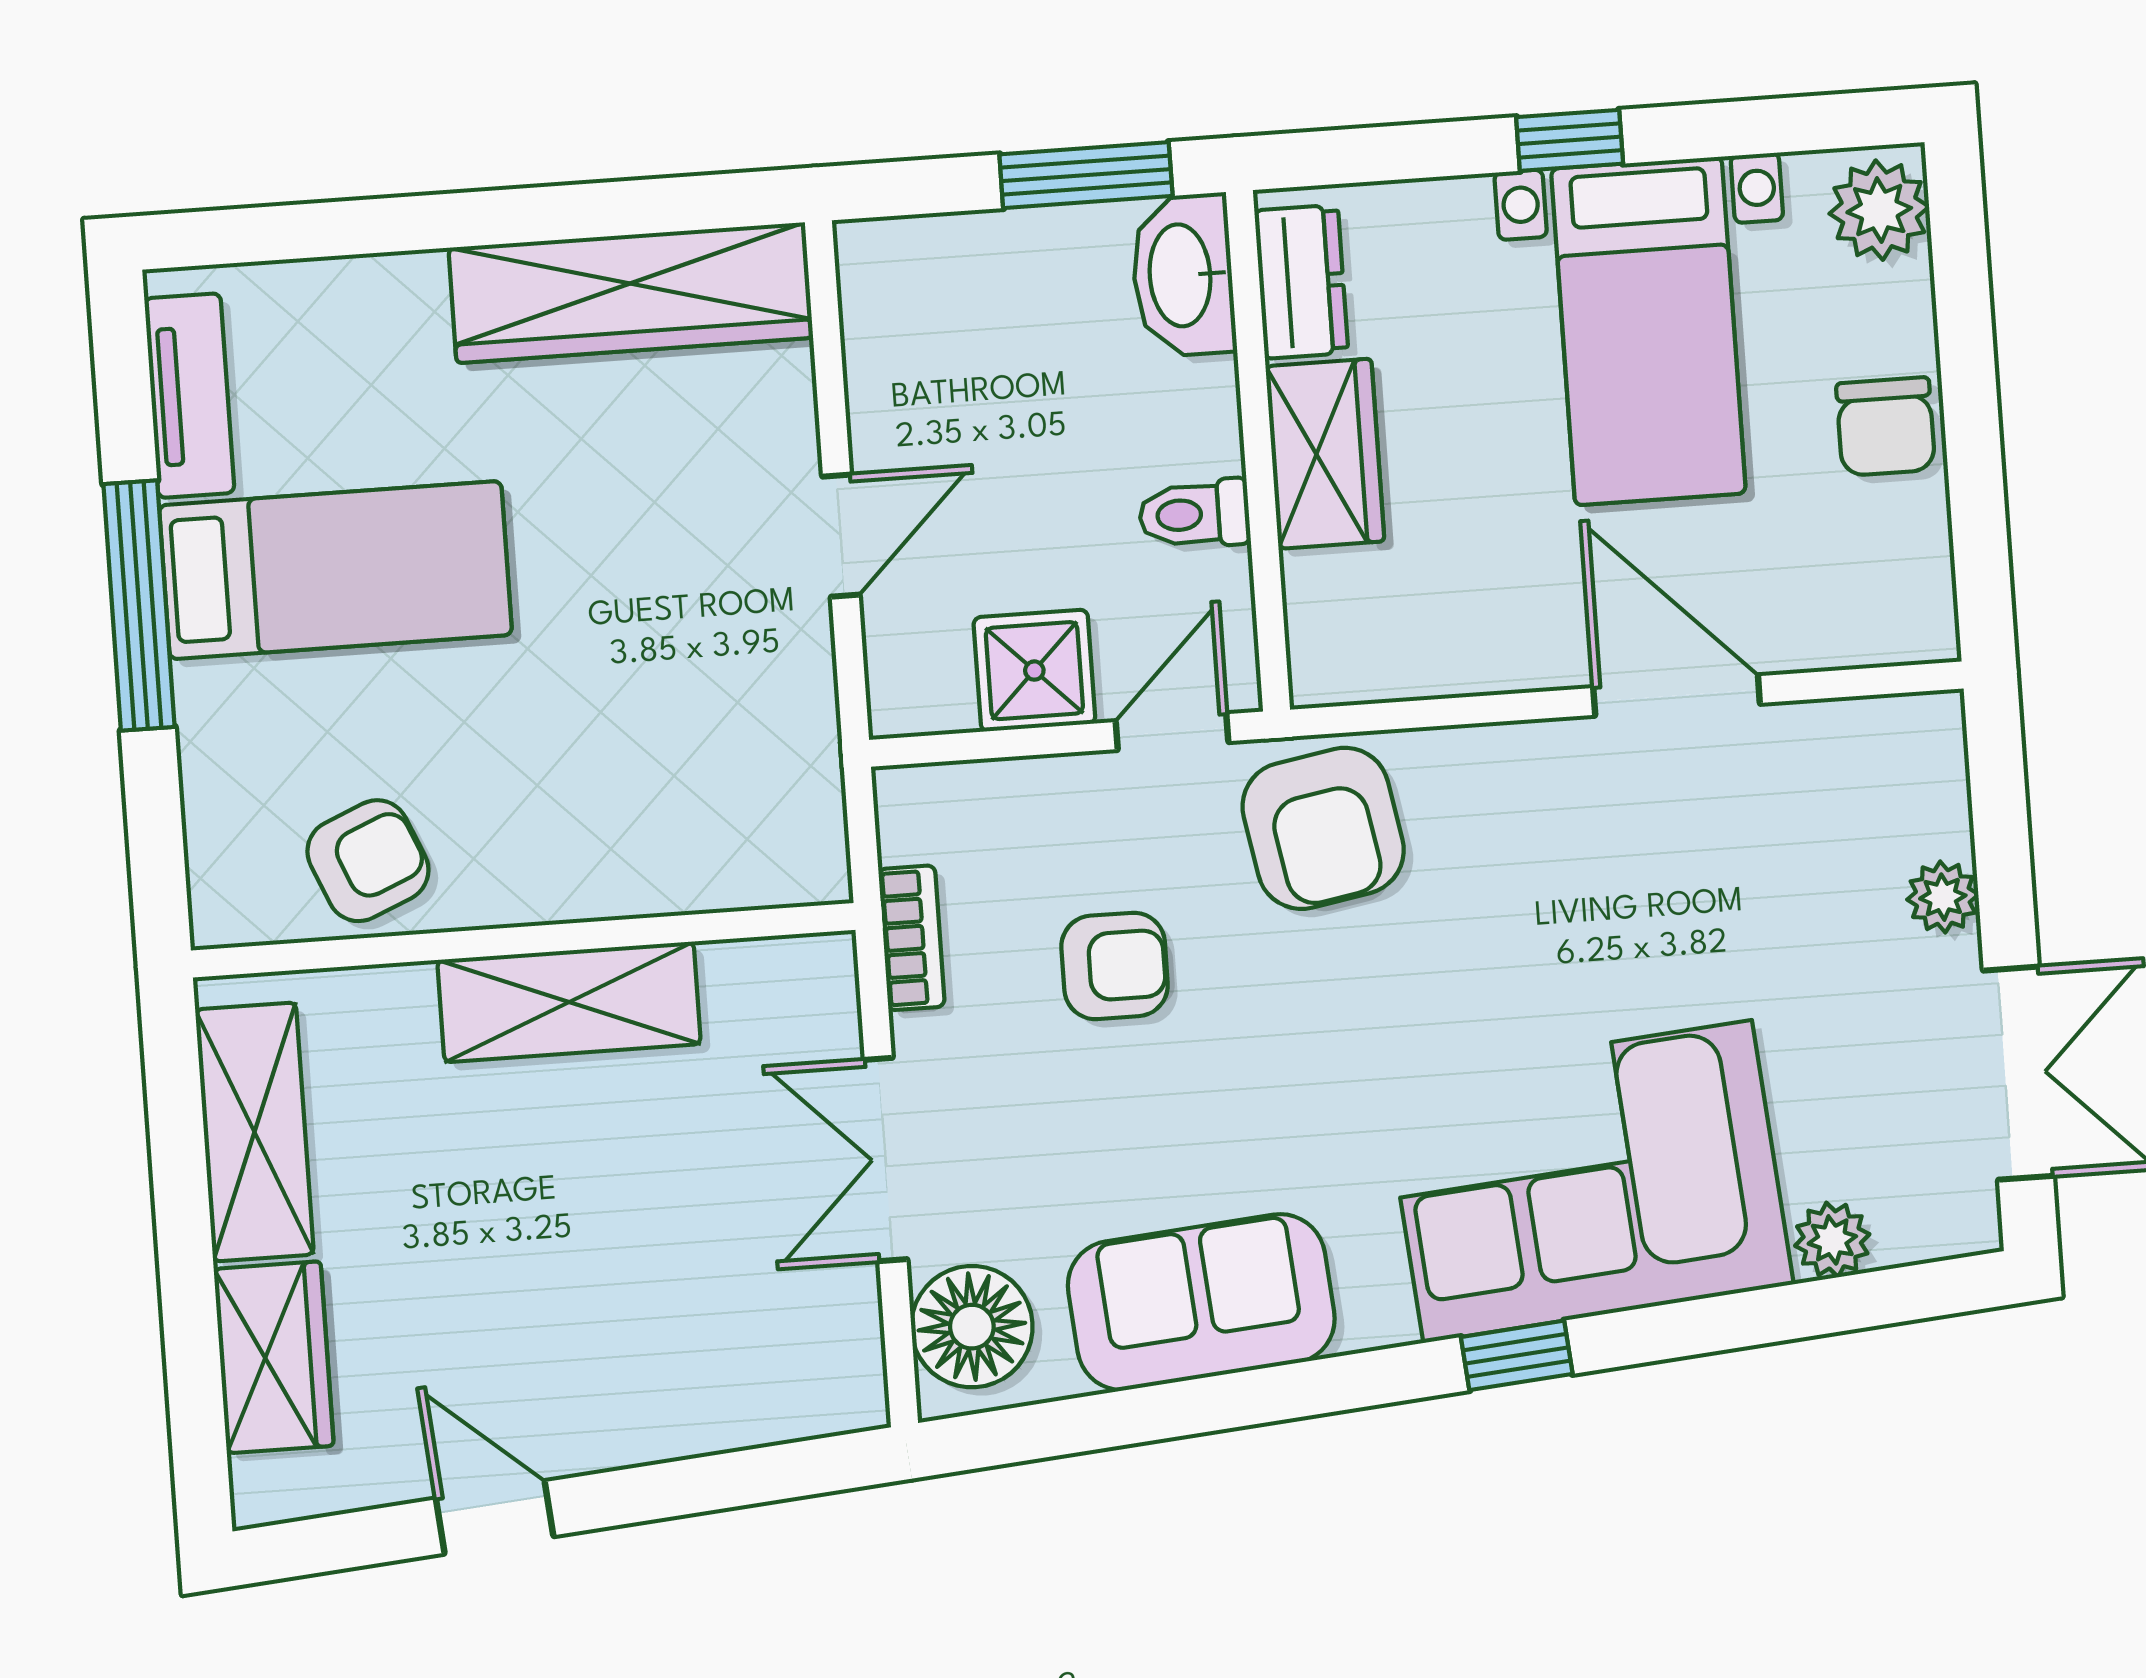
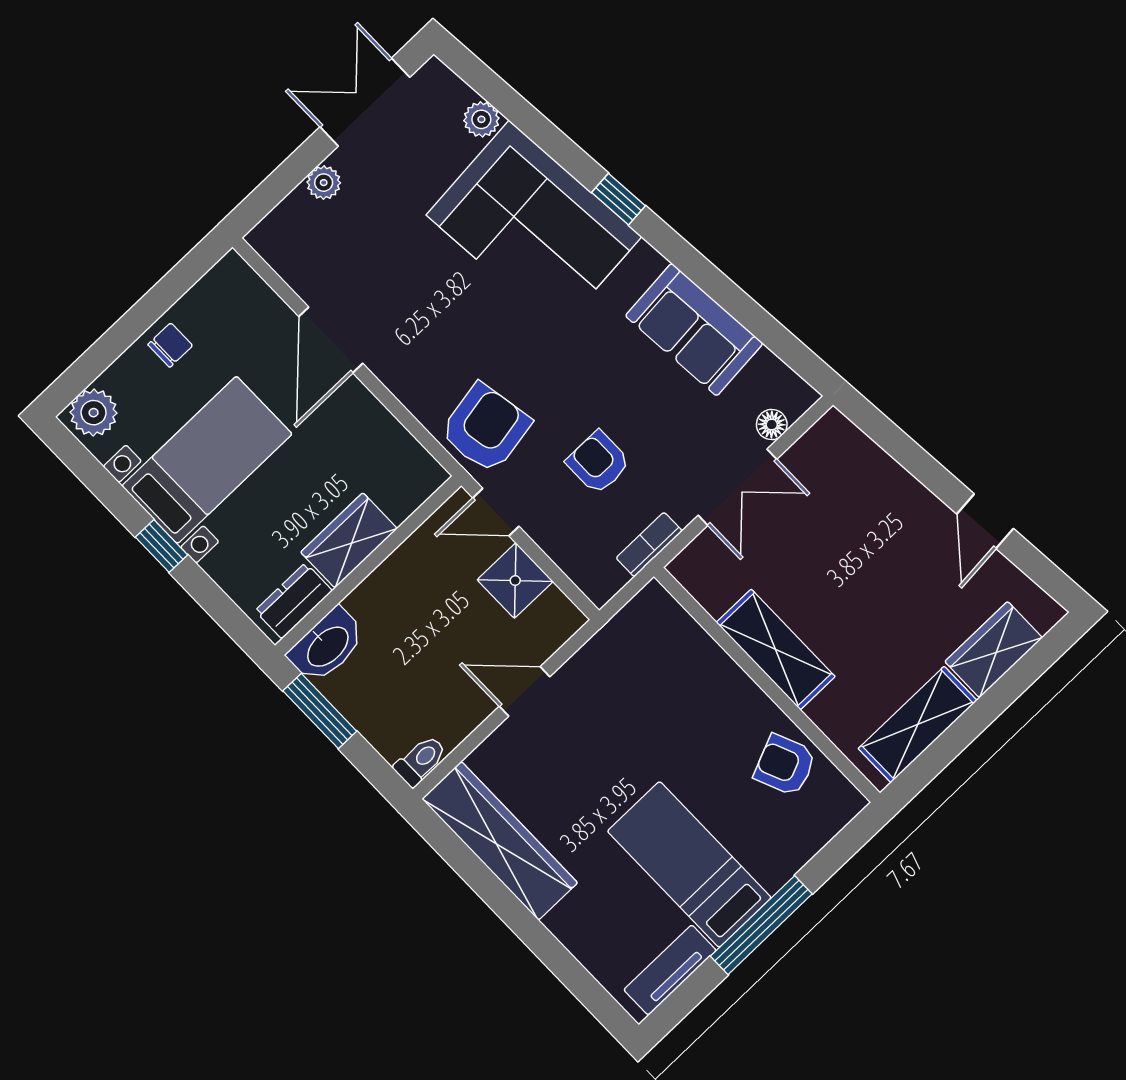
chair: (1886, 427) -> (170, 345), width x0.73, depth x0.73
toilet: (1194, 514) -> (420, 761), moved, turned -90
floor lamp: (972, 1327) -> (772, 425), width x0.53, depth x0.53

